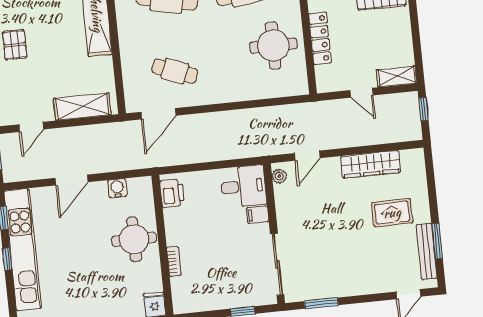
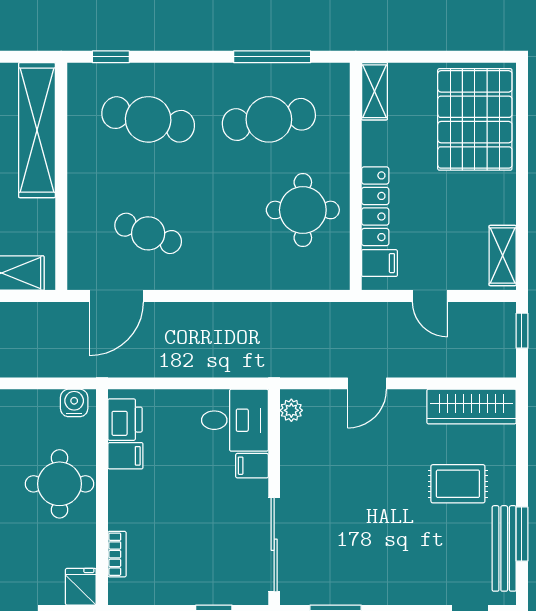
filing cabinet: (327, 75) -> (379, 263), added
shelving: (397, 76) -> (503, 256), moved, turned 90
door: (307, 156) -> (367, 383), moved
wardrobe: (371, 164) -> (471, 407), moved
water cooler: (117, 188) -> (74, 403), moved
filing cabinet: (175, 217) -> (125, 456), added
bookcase: (174, 261) -> (117, 554), moved

